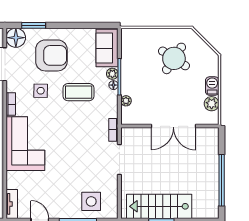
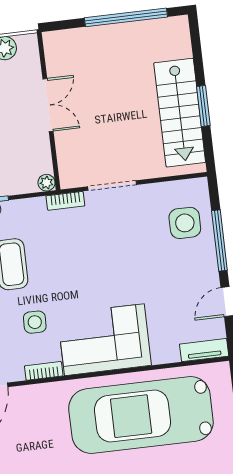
side table: (41, 91) -> (35, 322), moved
plant: (126, 101) -> (46, 183), moved
double door: (173, 126) -> (48, 105), width x0.73

